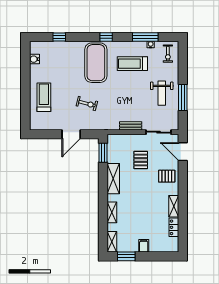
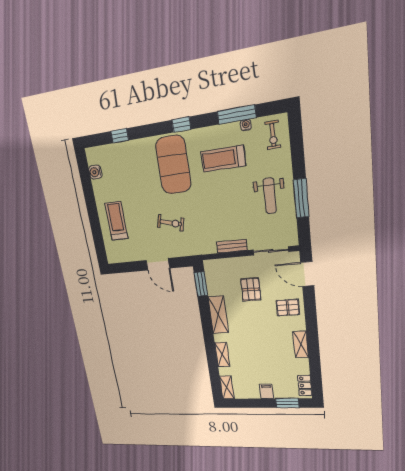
door: (71, 134) -> (158, 264), hinge flipped
locker: (174, 227) -> (305, 386), moved
window: (126, 256) -> (287, 403), moved

